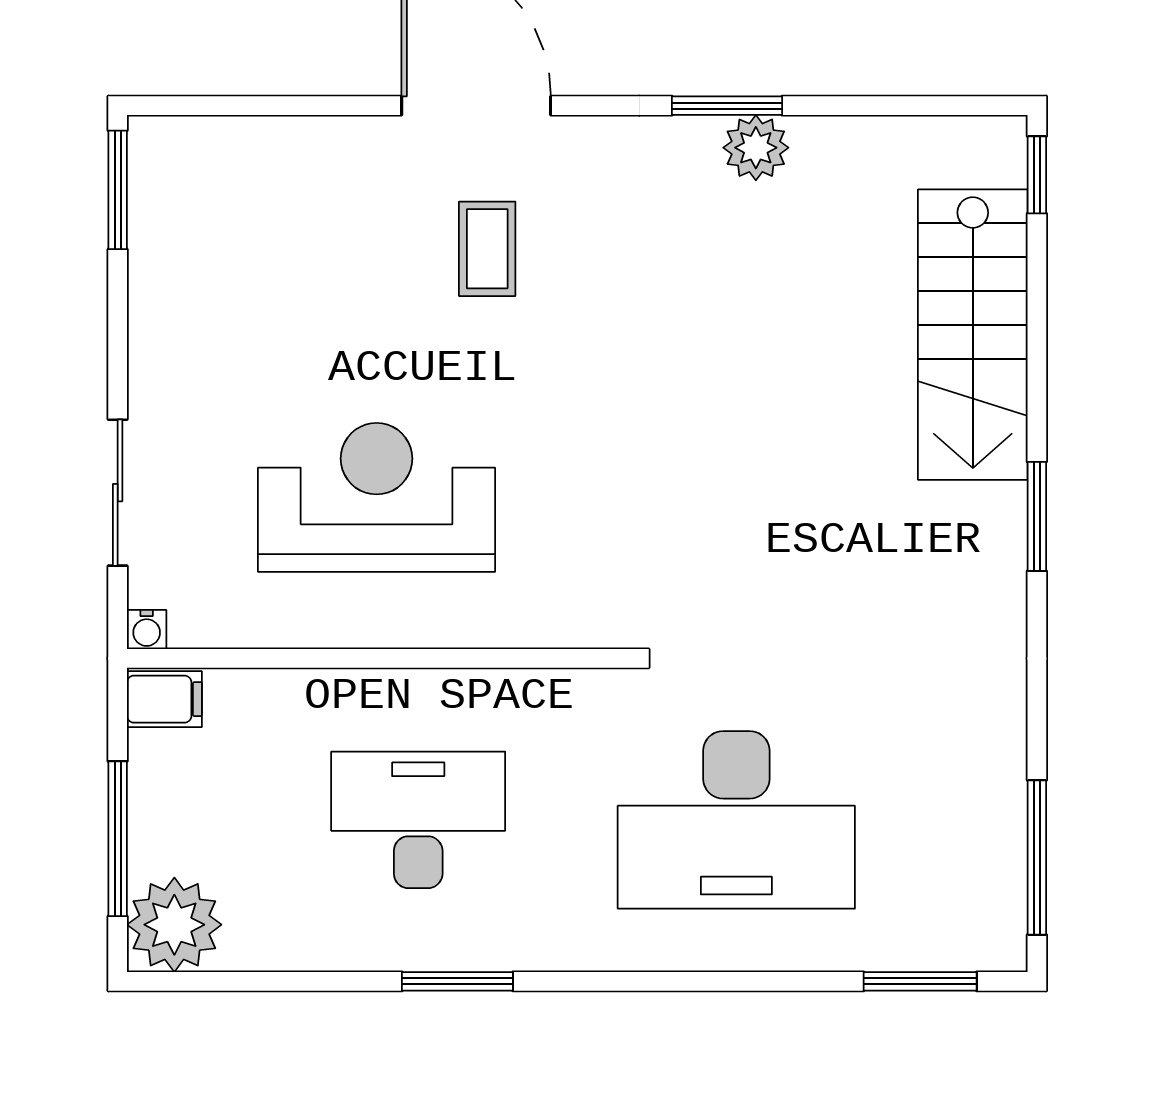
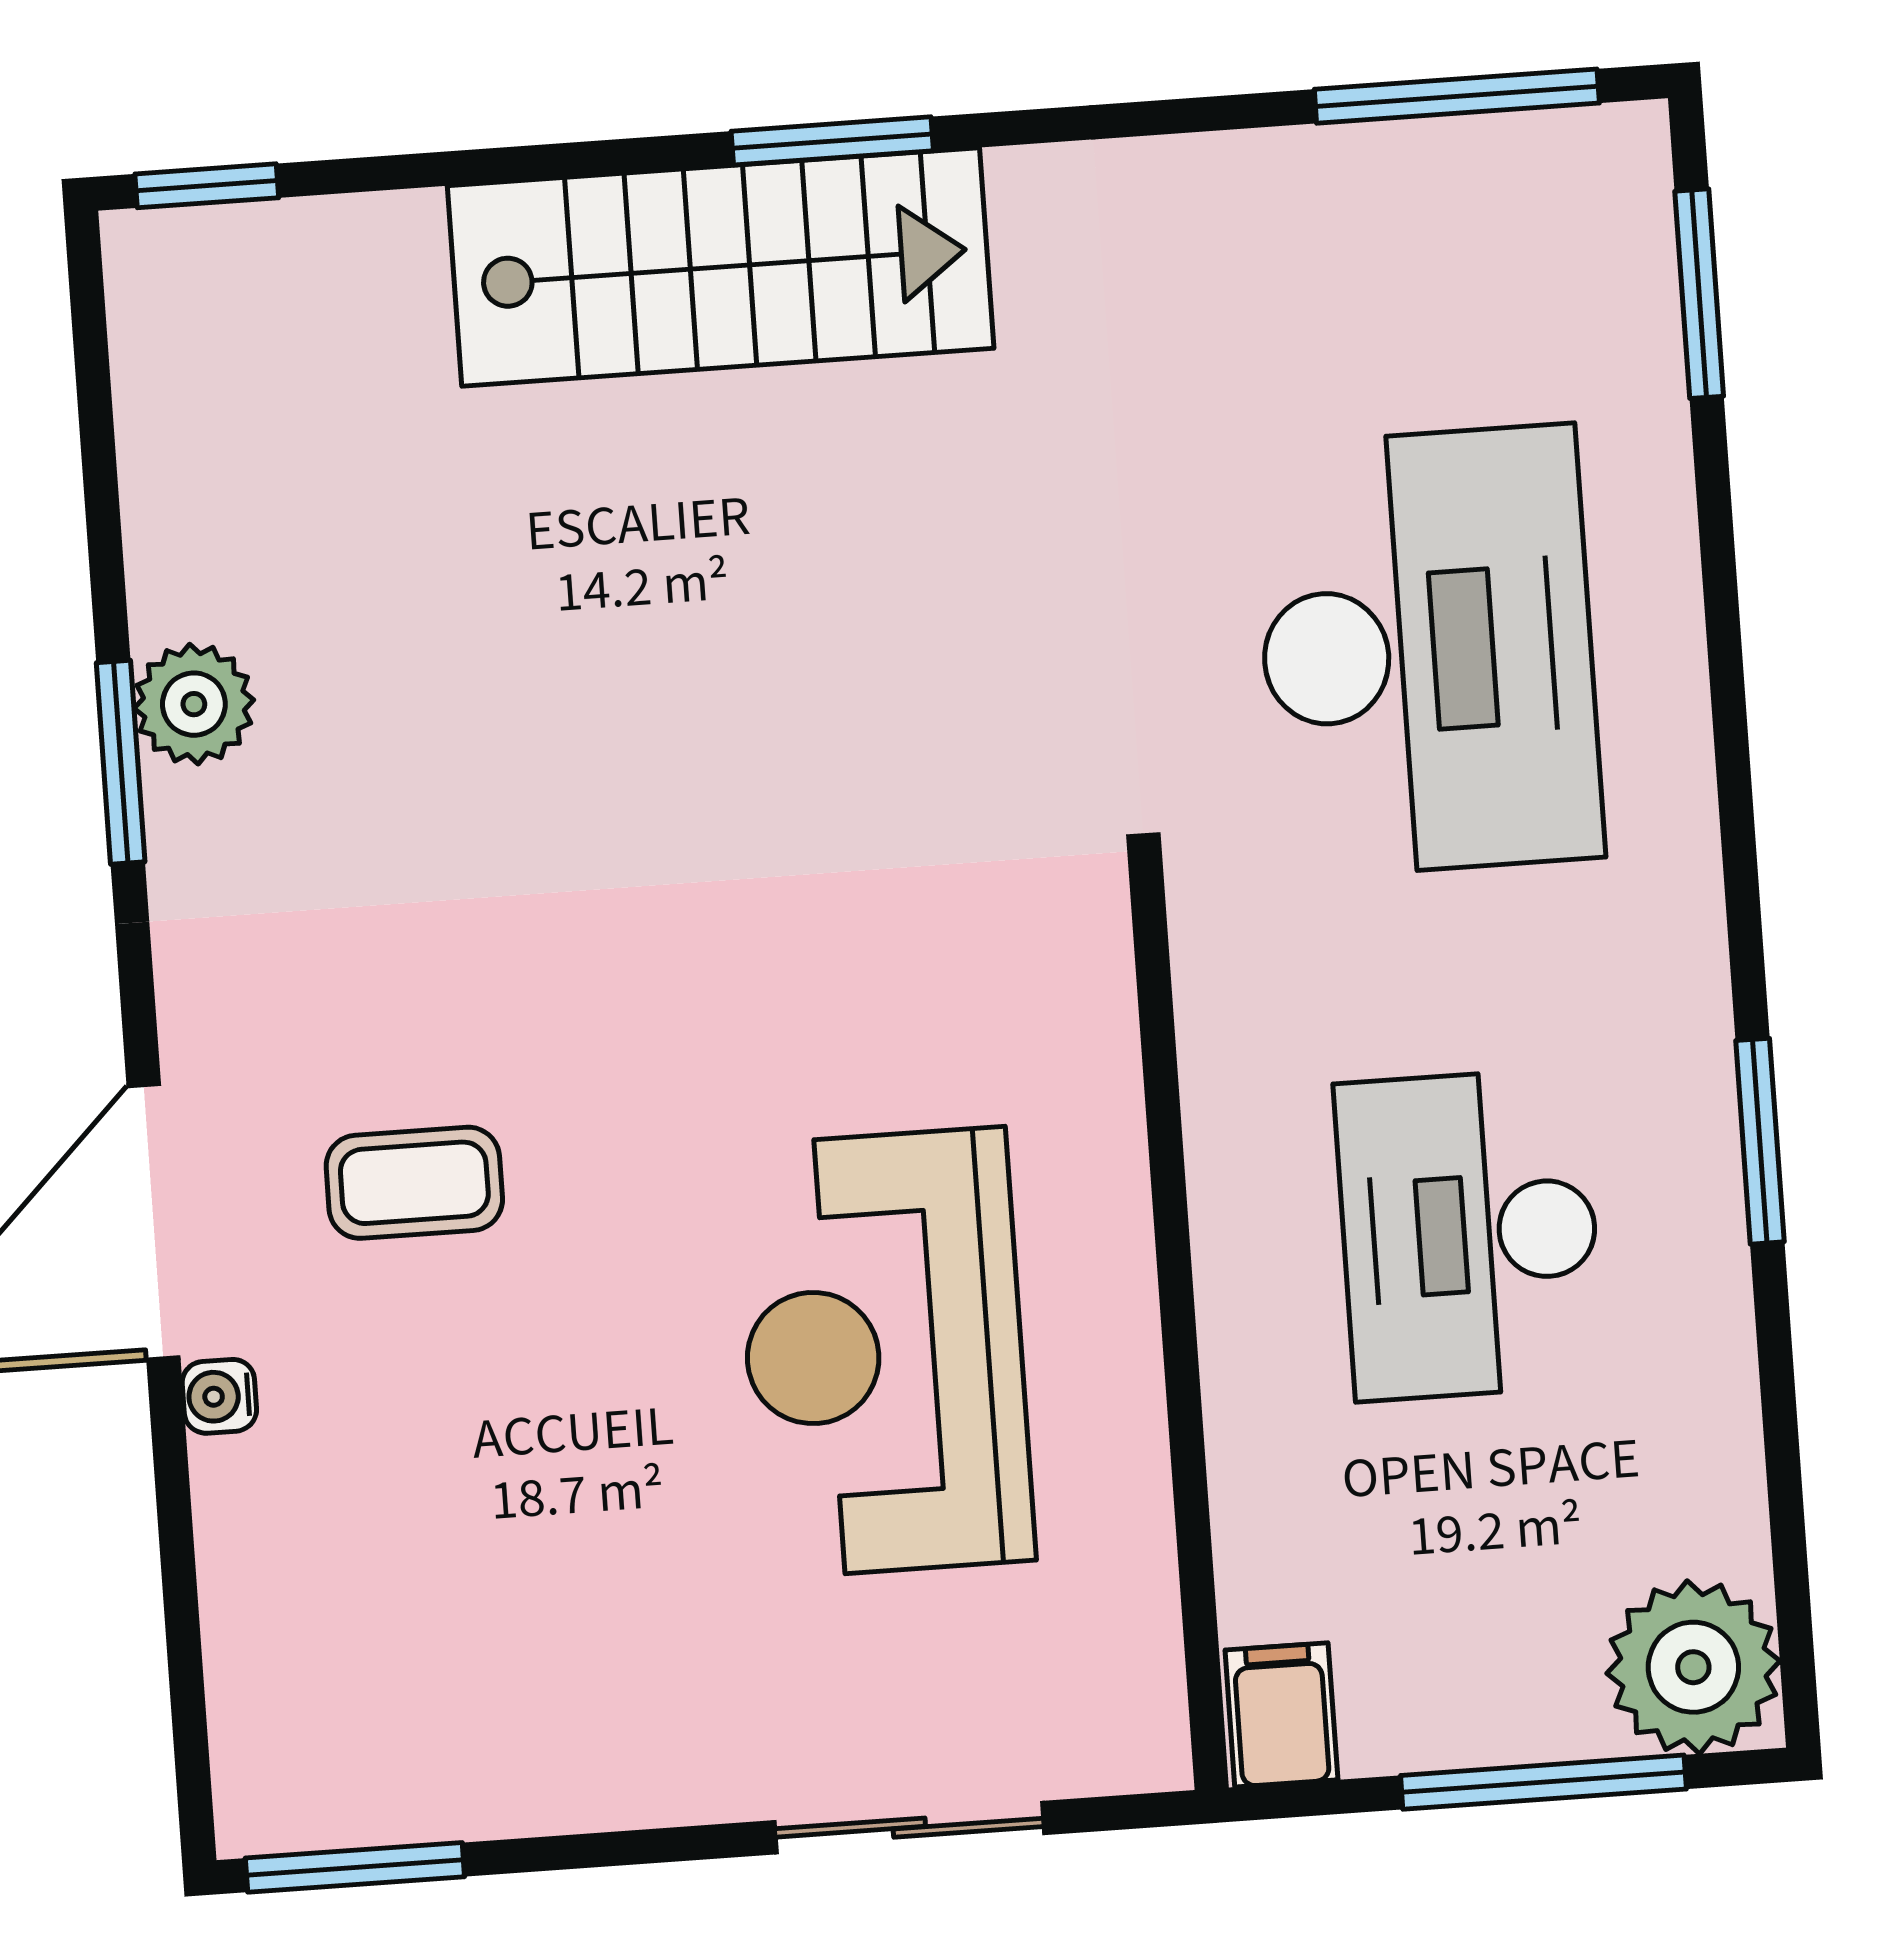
stairs: (973, 335) -> (721, 267), moved
water cooler: (147, 629) -> (219, 1396), moved, turned 180

